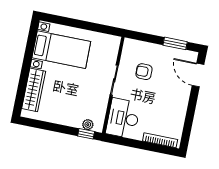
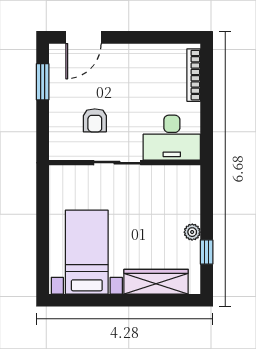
plant: (88, 125) -> (192, 232), moved
window: (86, 134) -> (207, 252), moved

